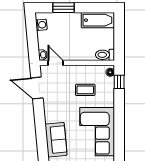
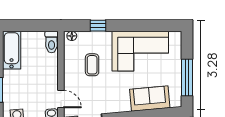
door: (56, 63) -> (61, 99), swing flipped
window: (119, 82) -> (98, 26), moved

